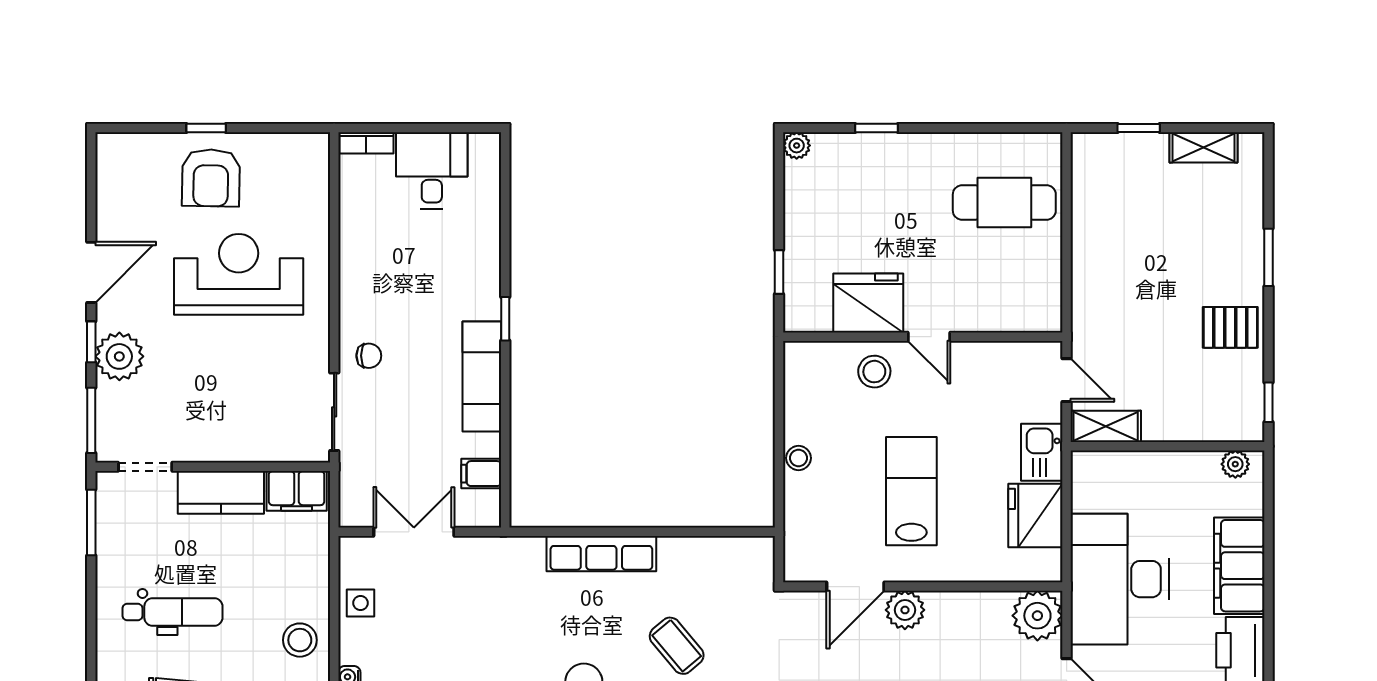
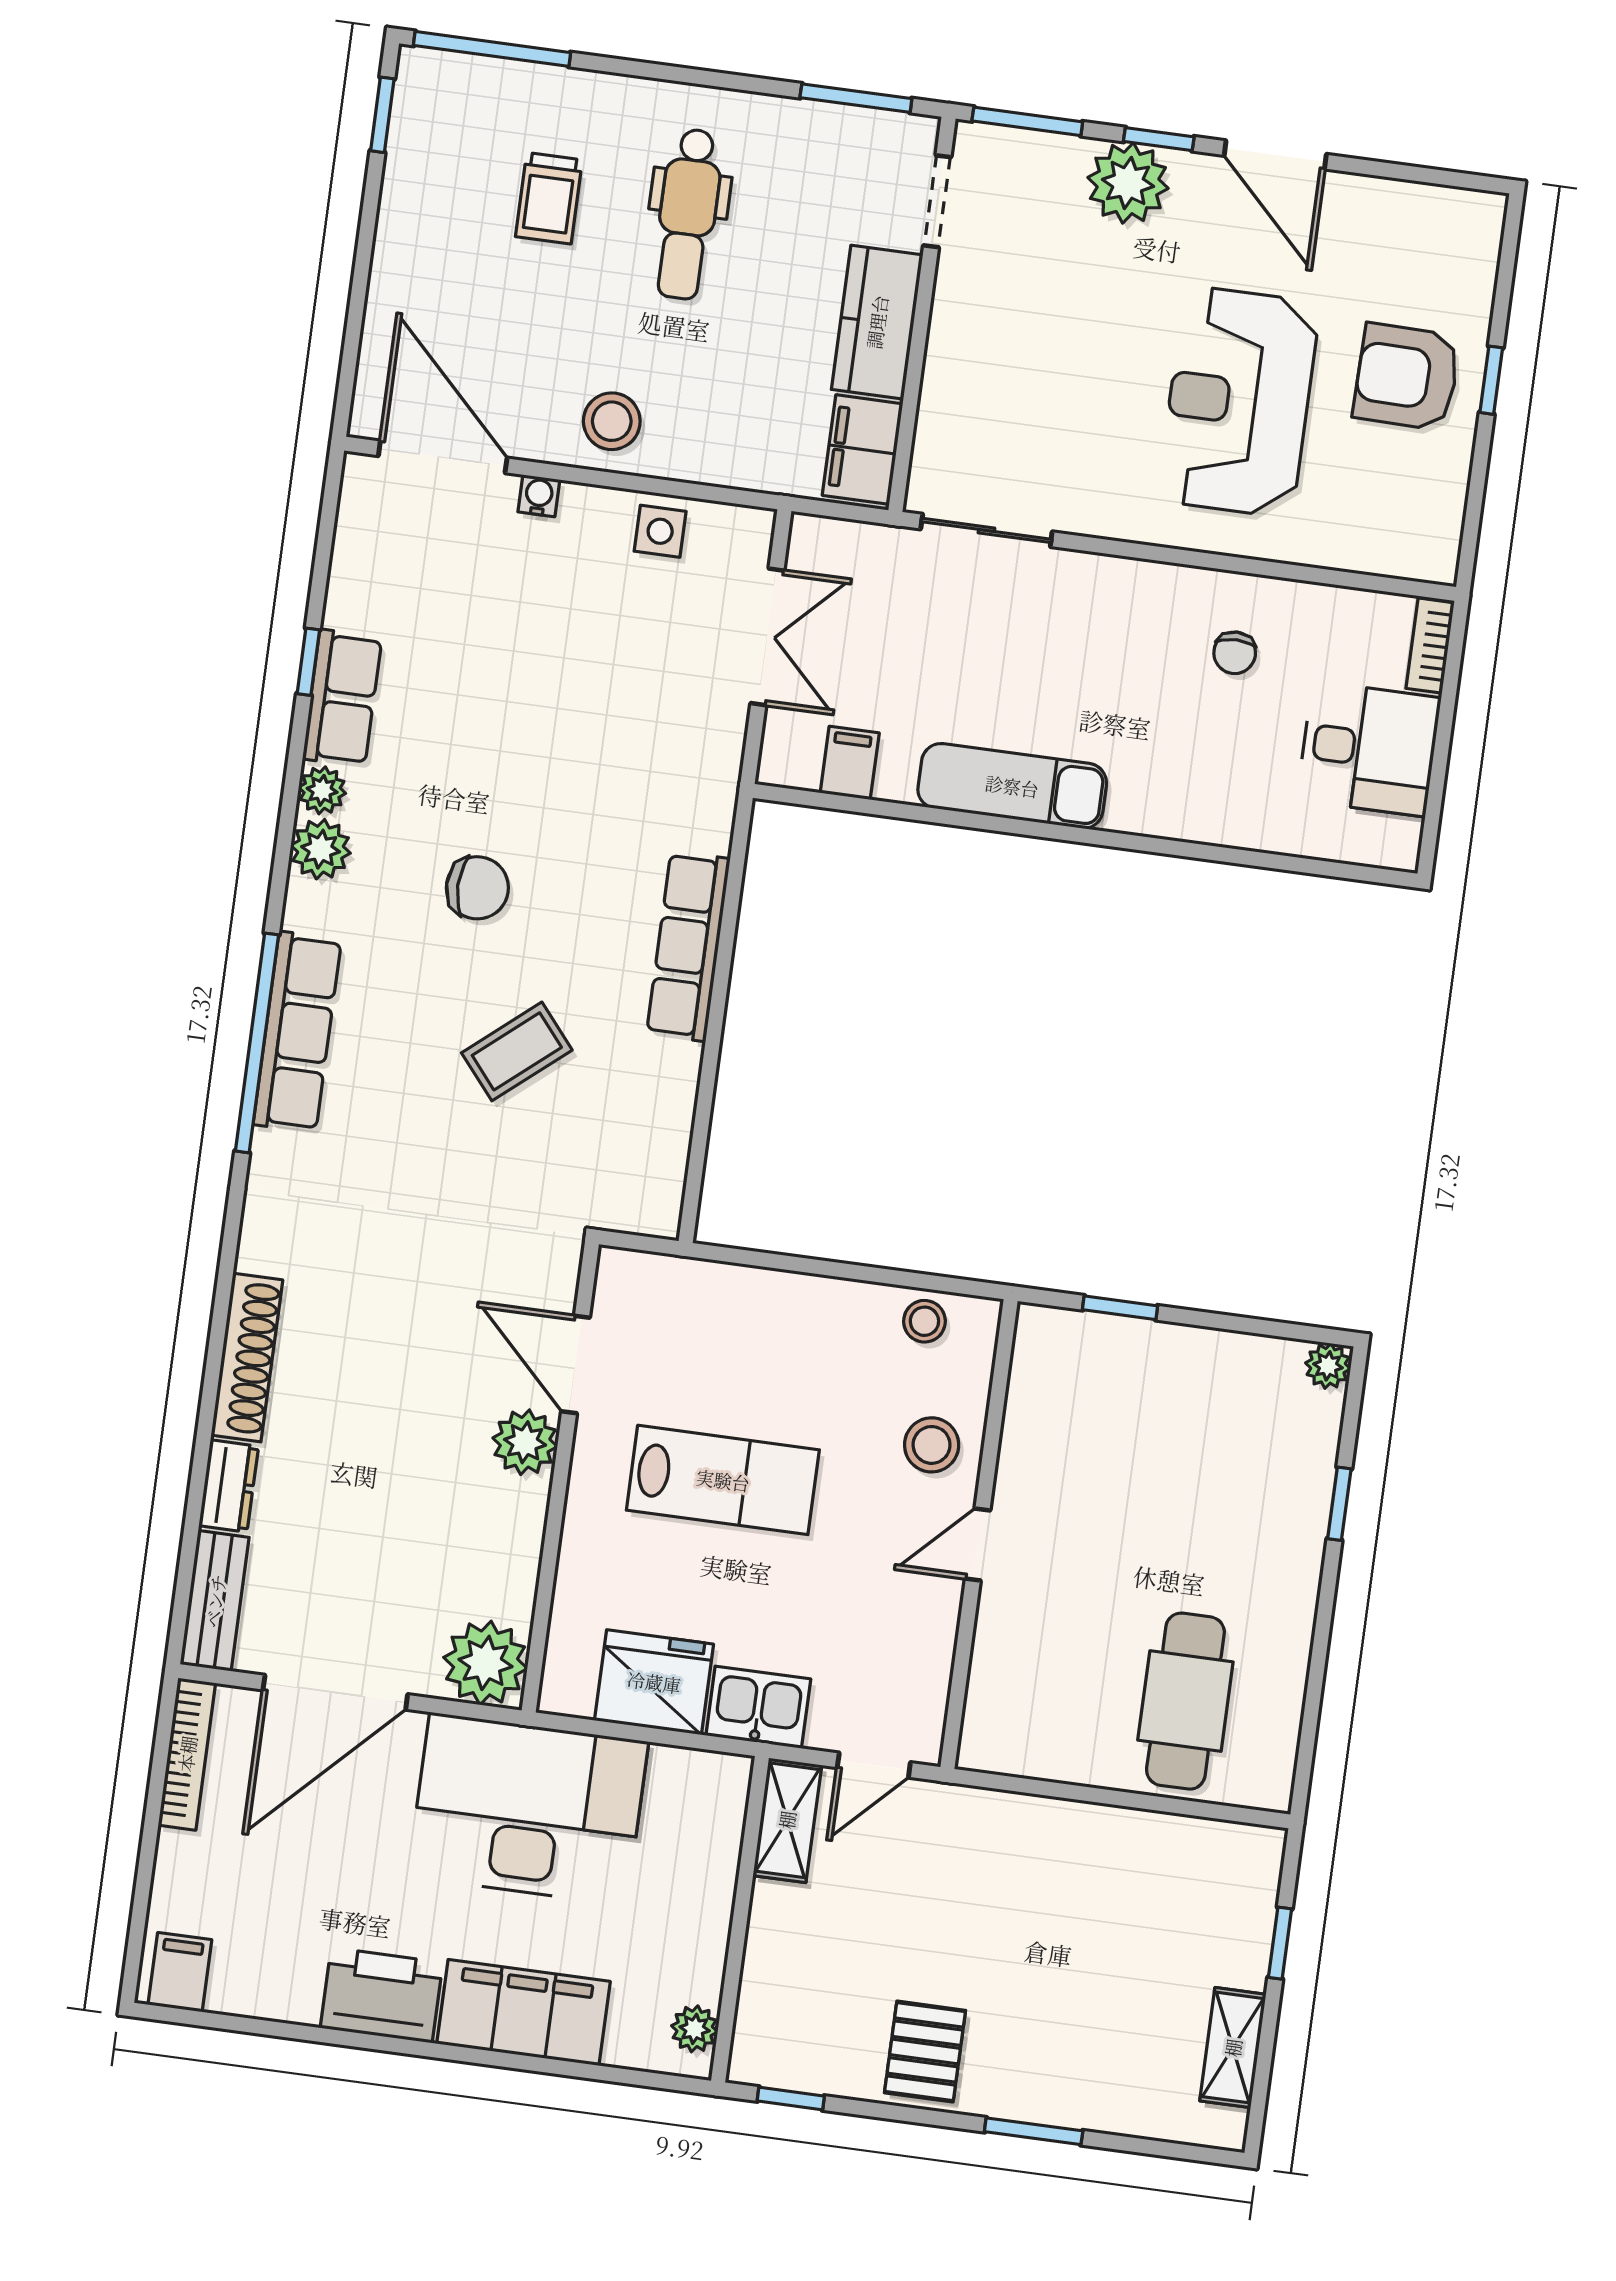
reception desk: (239, 274) -> (1239, 402), turned 180
fridge: (868, 303) -> (1048, 1450), removed
window: (505, 319) -> (1104, 838), removed
chair: (369, 356) -> (1235, 653), moved
stool: (798, 458) -> (924, 1321), moved

